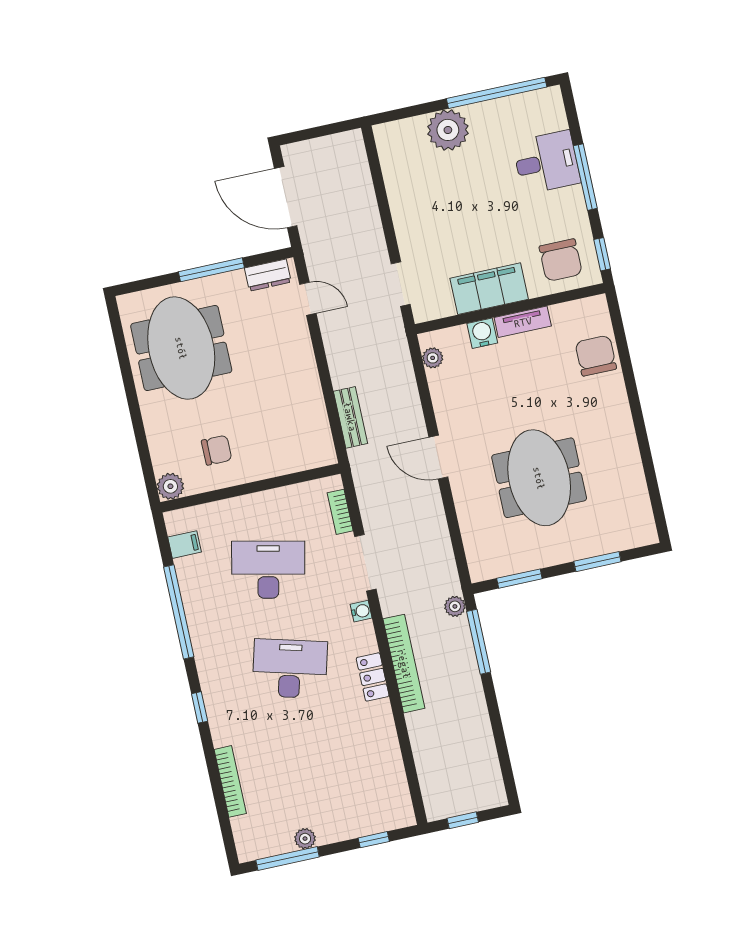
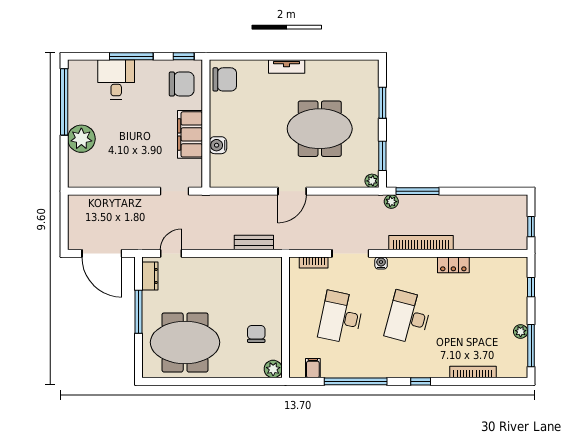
door: (286, 197) -> (102, 253), hinge flipped
tv unit: (523, 322) -> (287, 67), moved, turned 90
chair: (596, 356) -> (225, 79), moved, turned 180
plant: (433, 358) -> (372, 181), moved
locker: (373, 677) -> (453, 265), moved

